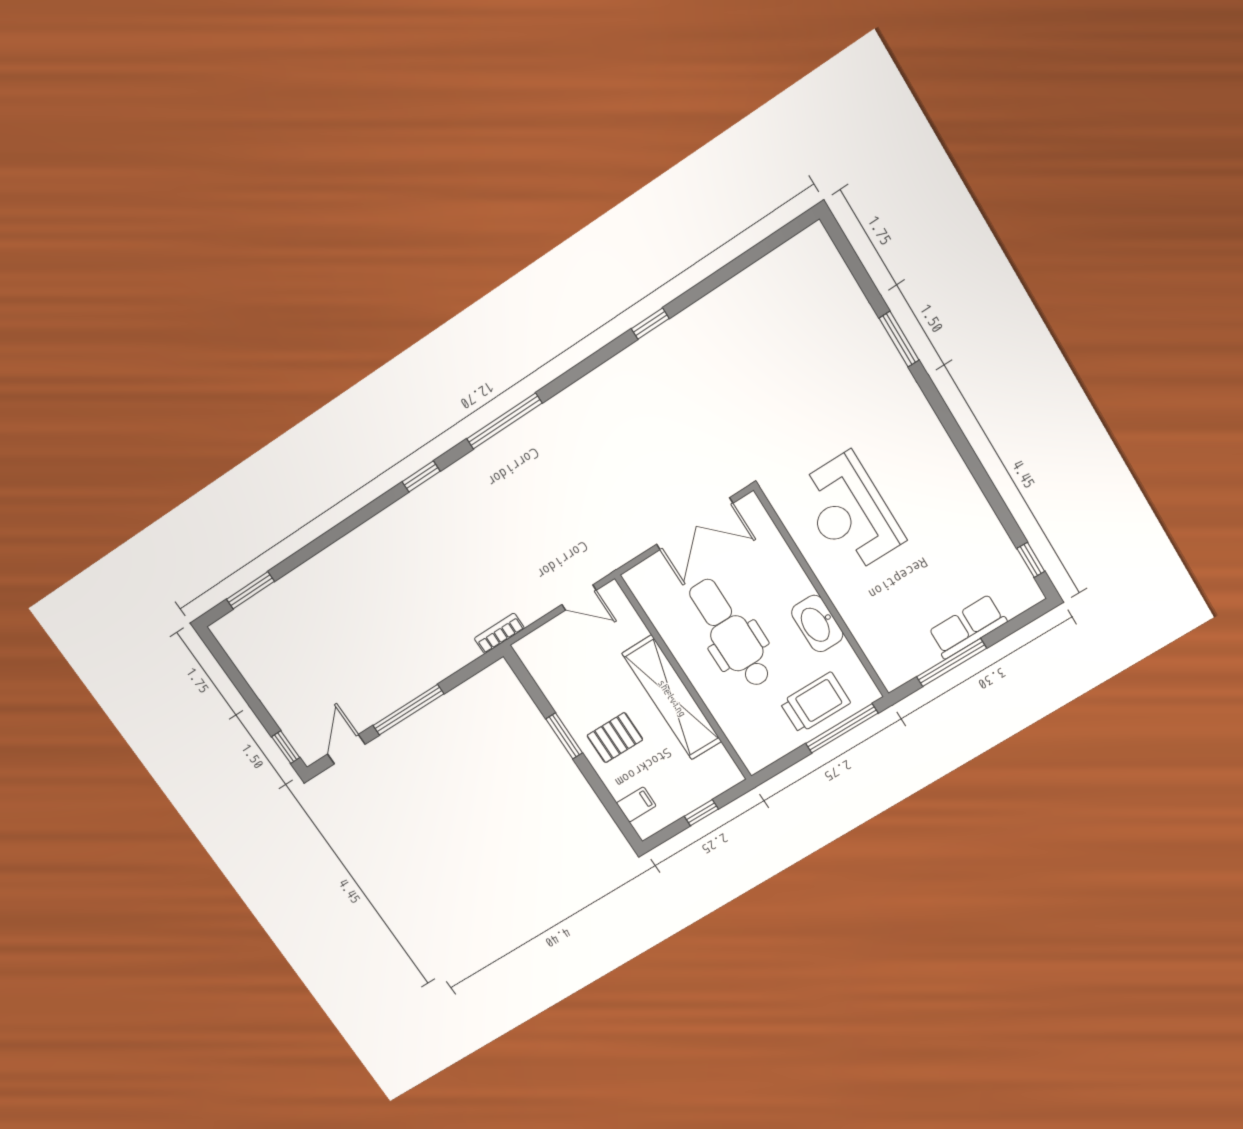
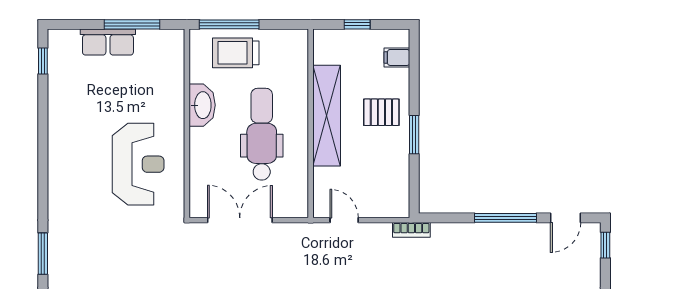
dental chair: (731, 633) -> (262, 134), turned 180

